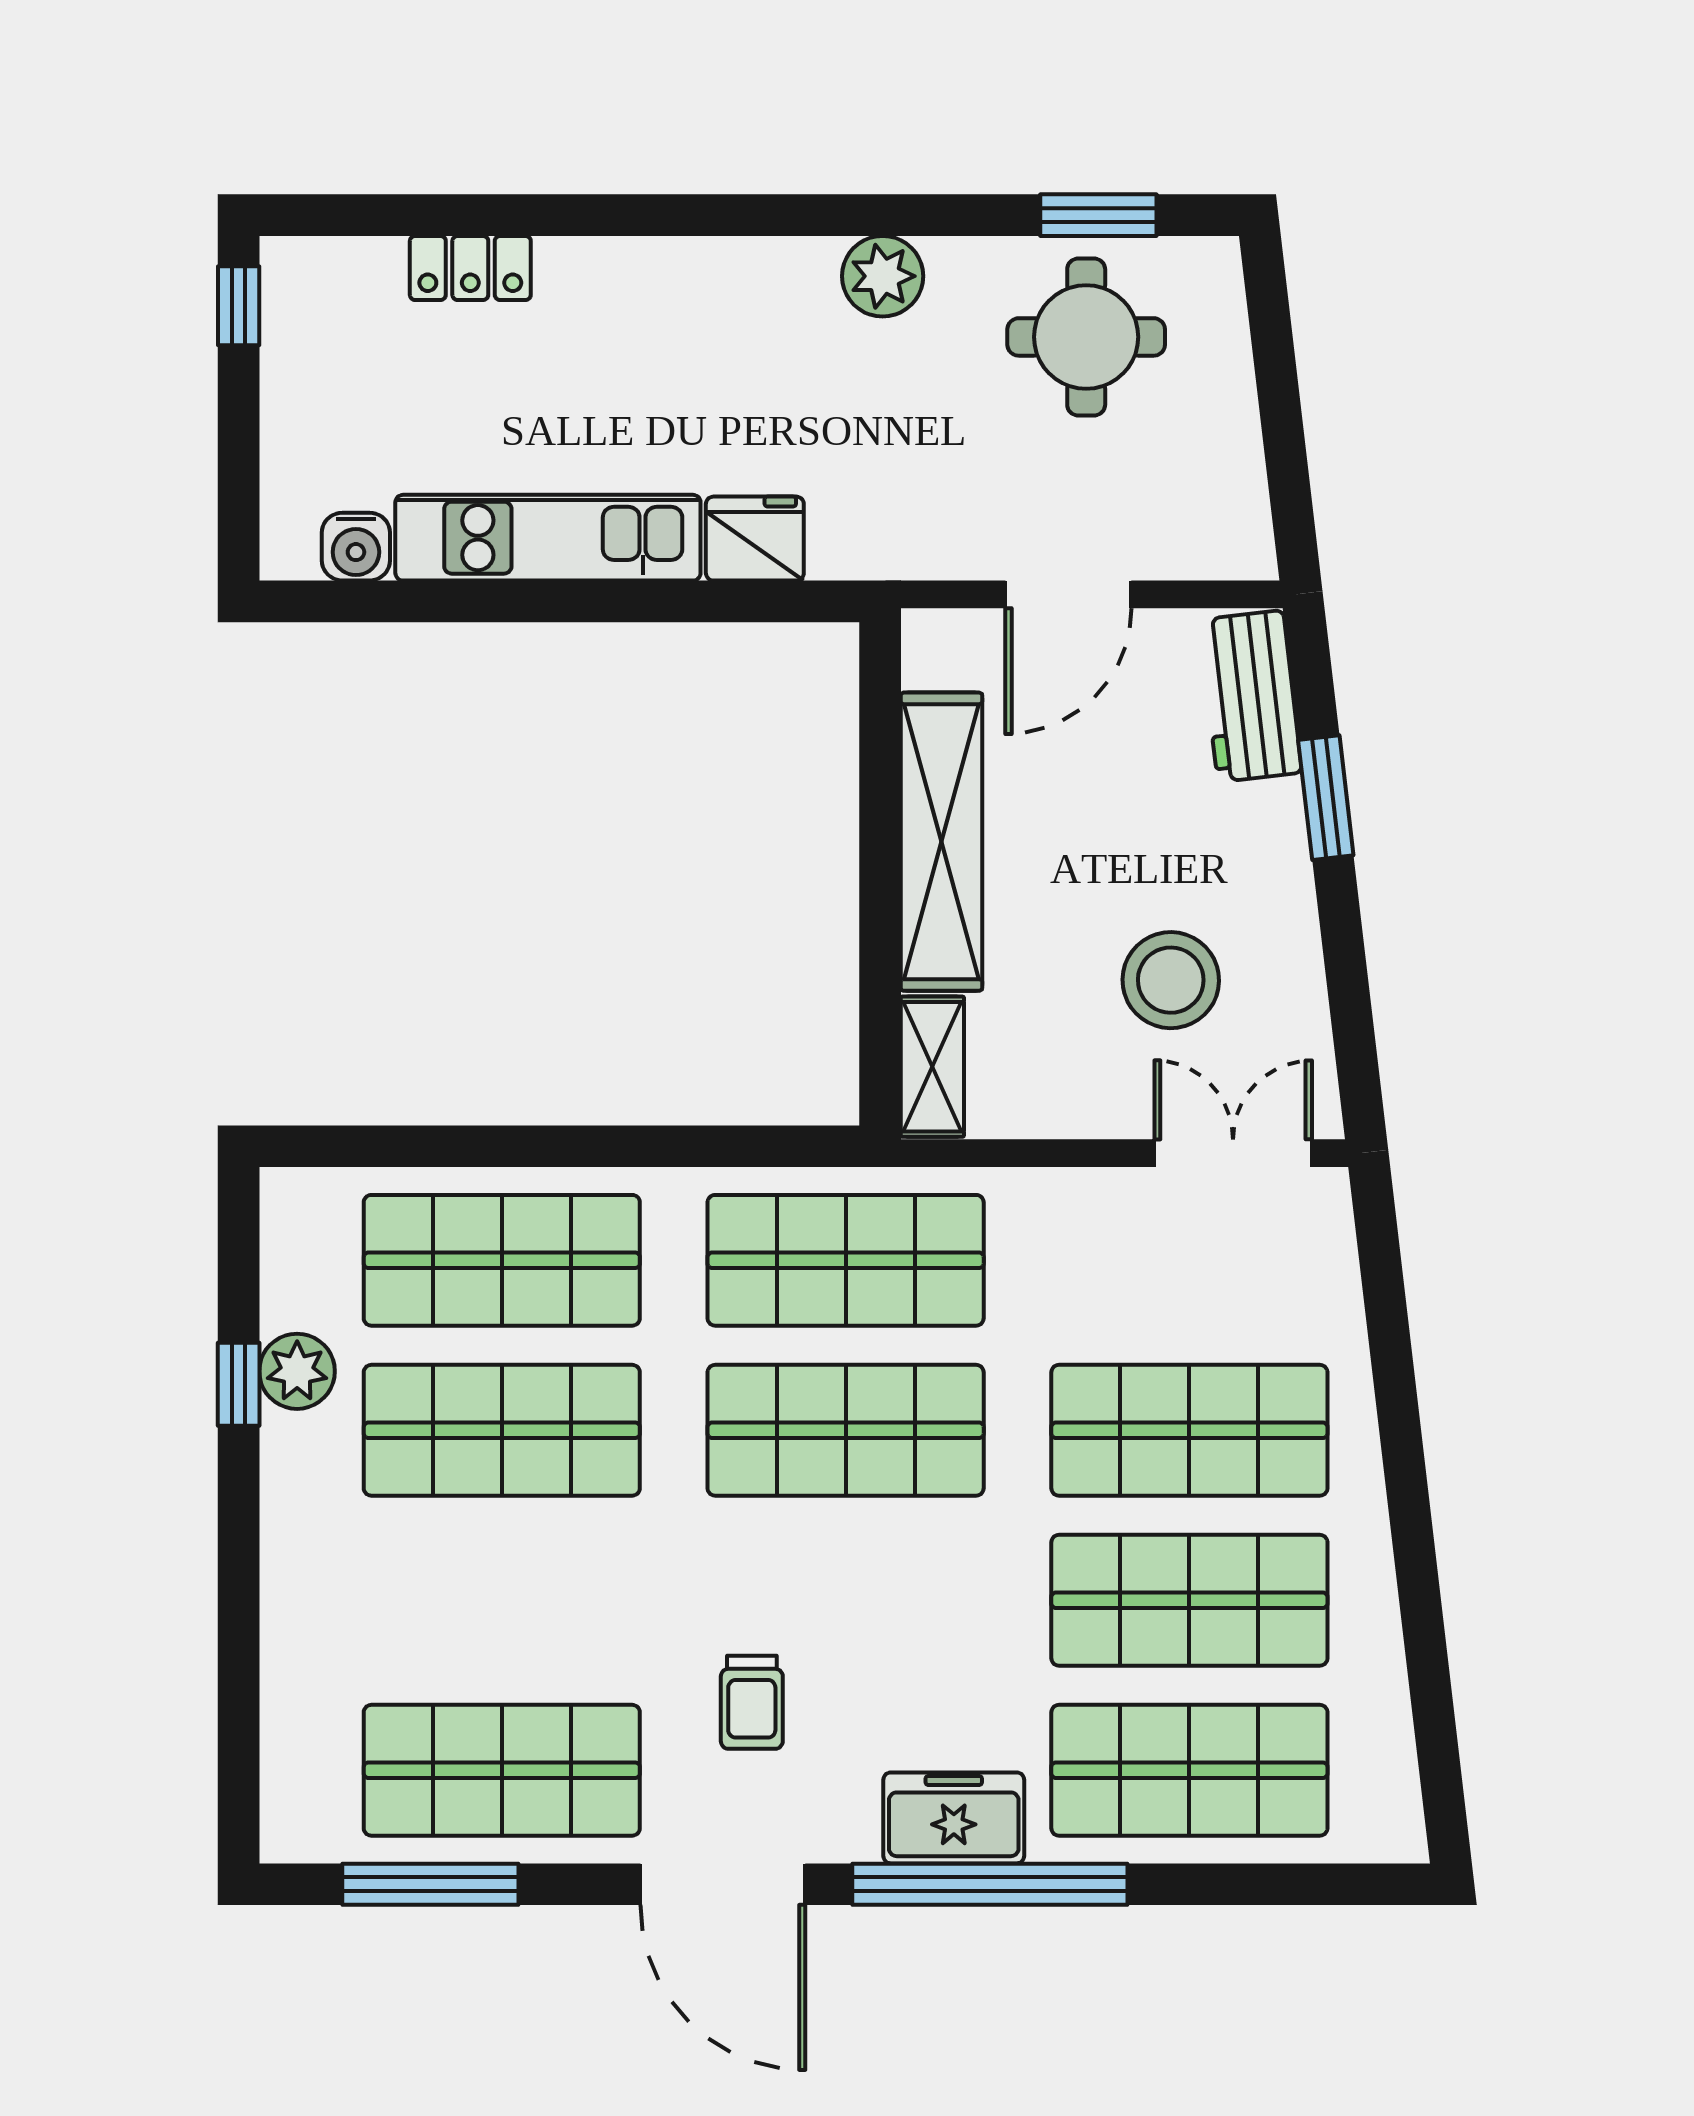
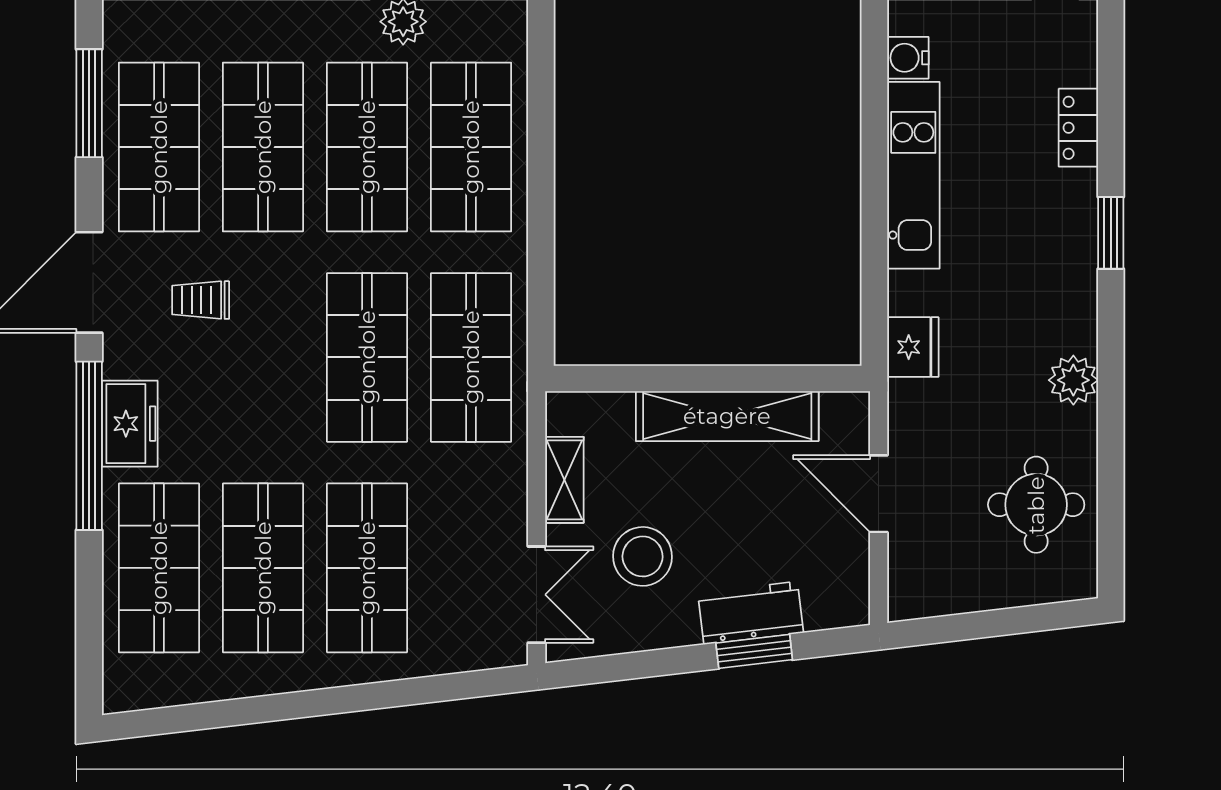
window: (1098, 215) -> (1111, 233), moved
fridge: (755, 539) -> (913, 347), moved
workbench: (1250, 696) -> (751, 613), moved
shelving: (932, 1067) -> (564, 480), moved, turned 90
shop shelf: (502, 1600) -> (263, 147), added

